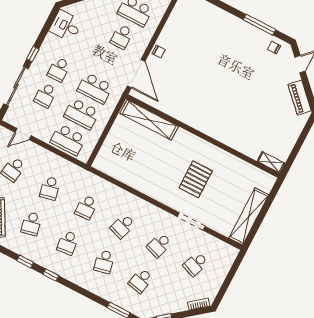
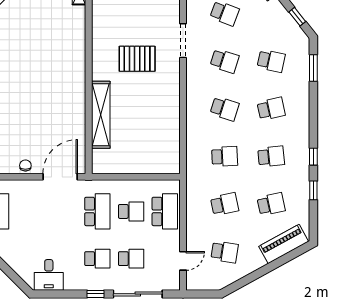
school desk: (122, 37) -> (30, 211), removed
school desk: (82, 114) -> (131, 211), width x0.54
shelving: (149, 120) -> (101, 115), moved
door: (23, 134) -> (183, 261), hinge flipped

